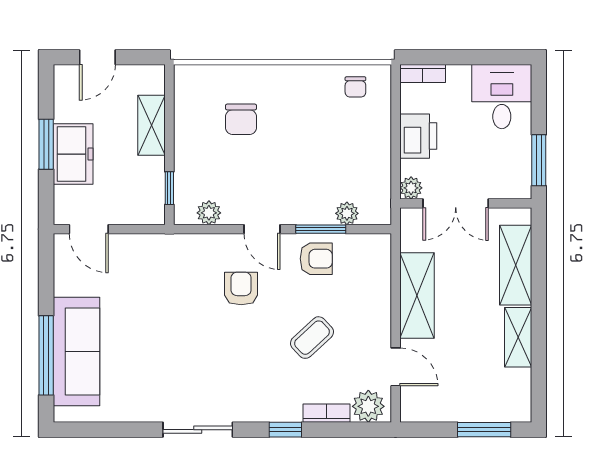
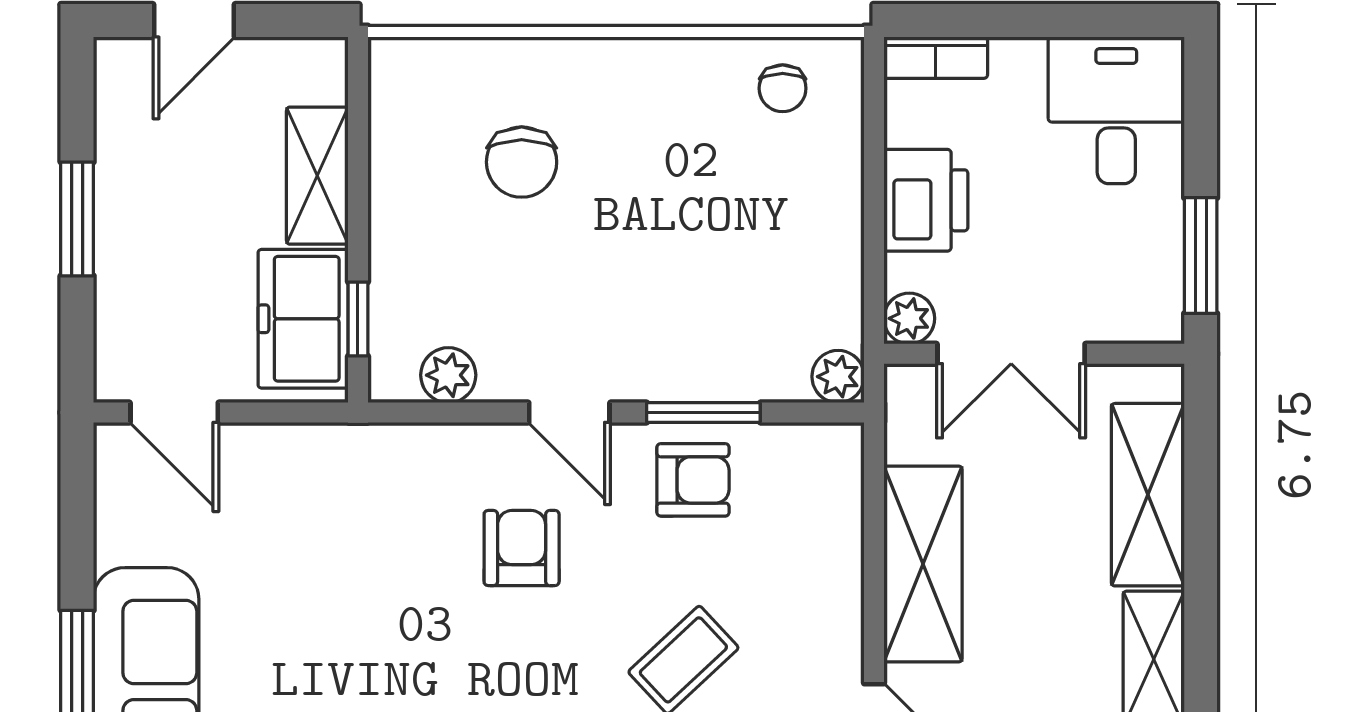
freezer: (73, 154) -> (303, 319), moved, turned 180
plant: (347, 213) -> (838, 377), moved

